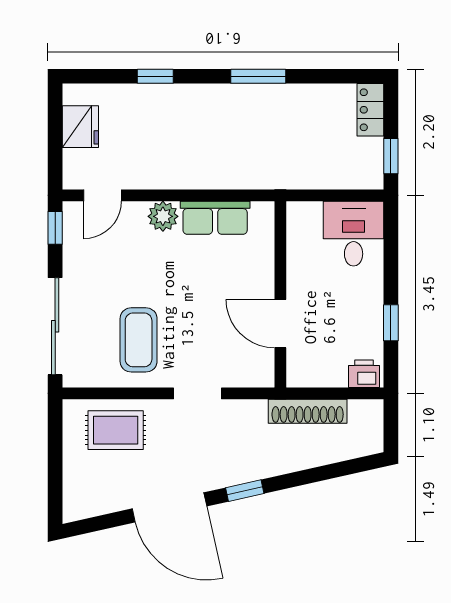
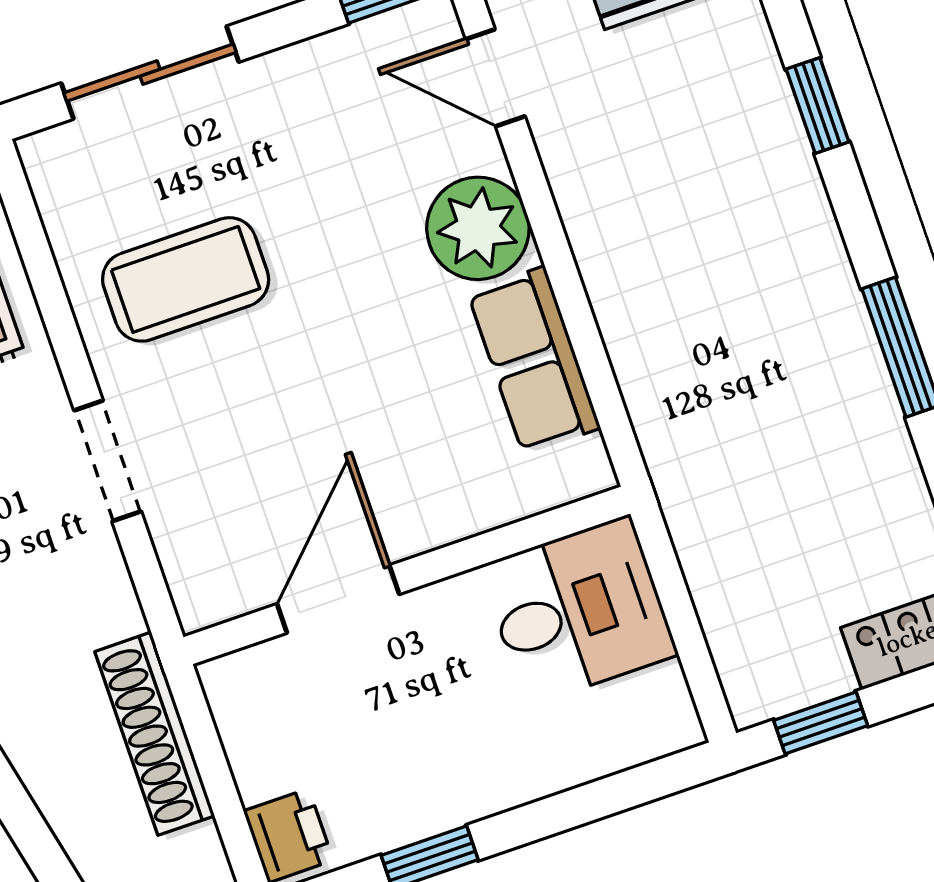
plant: (163, 216) -> (478, 228), width x1.36, depth x1.36
desk: (354, 234) -> (578, 610), moved
sliding door: (55, 326) -> (150, 73), width x0.73

